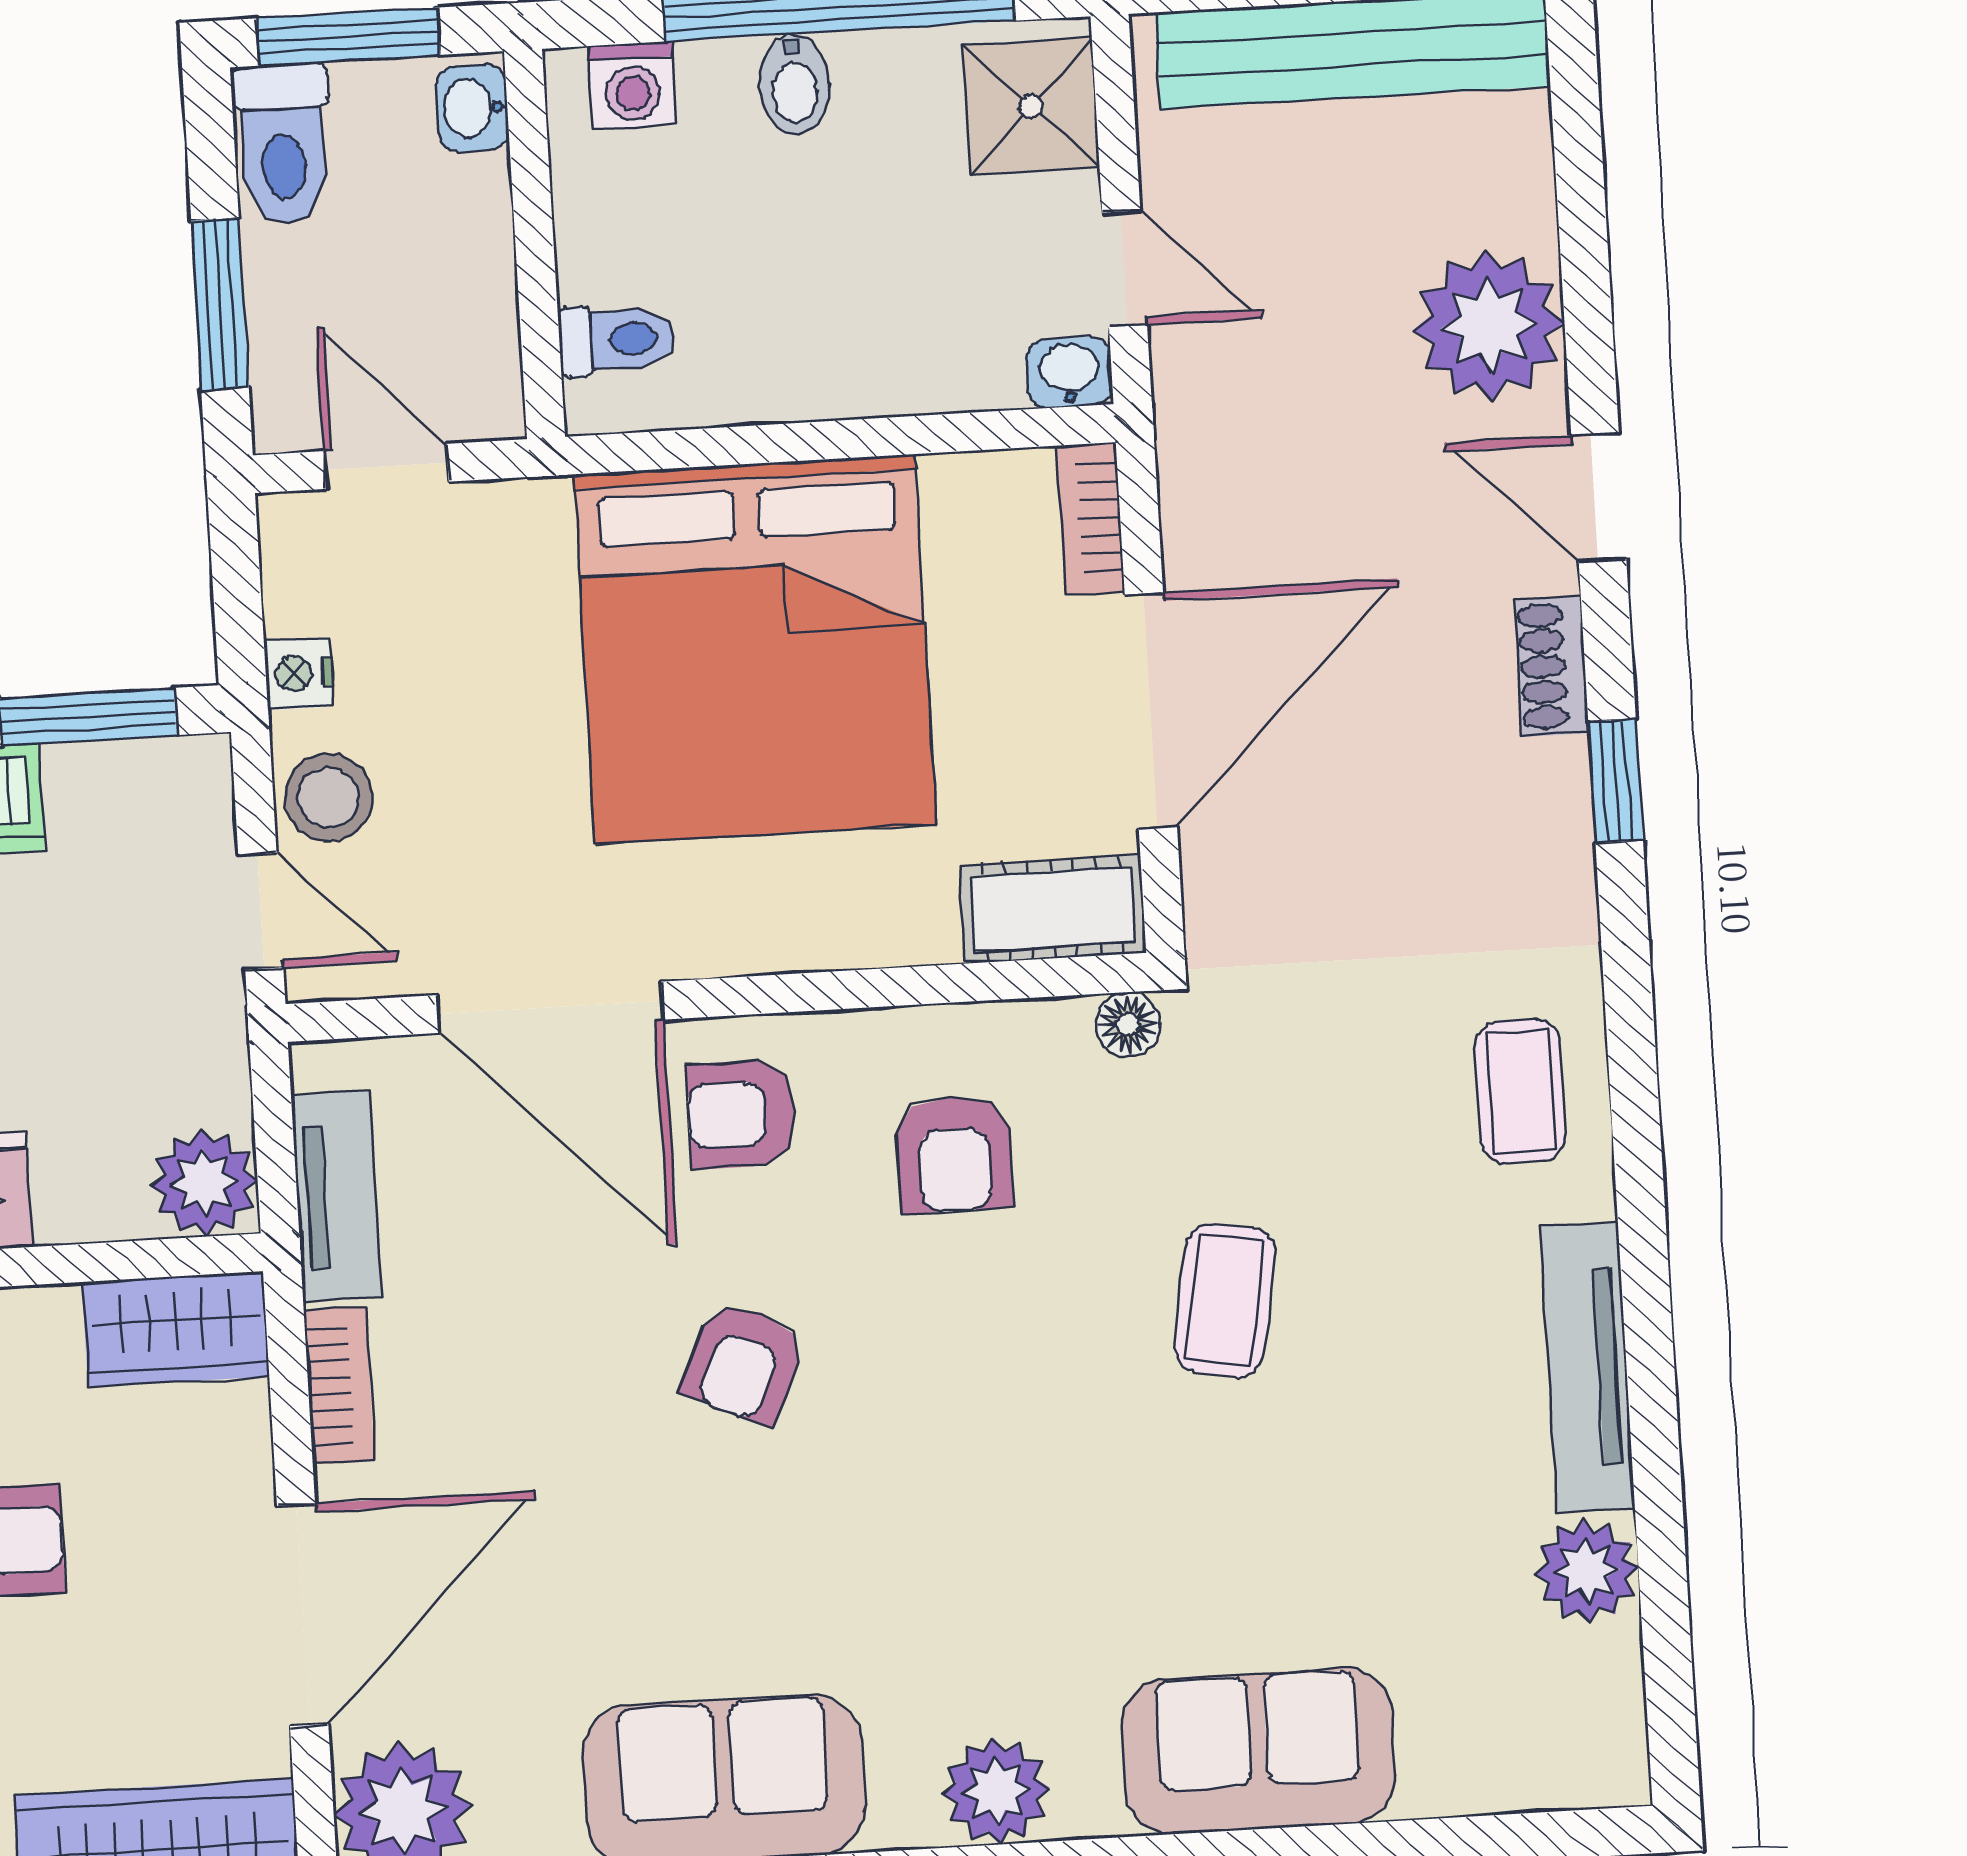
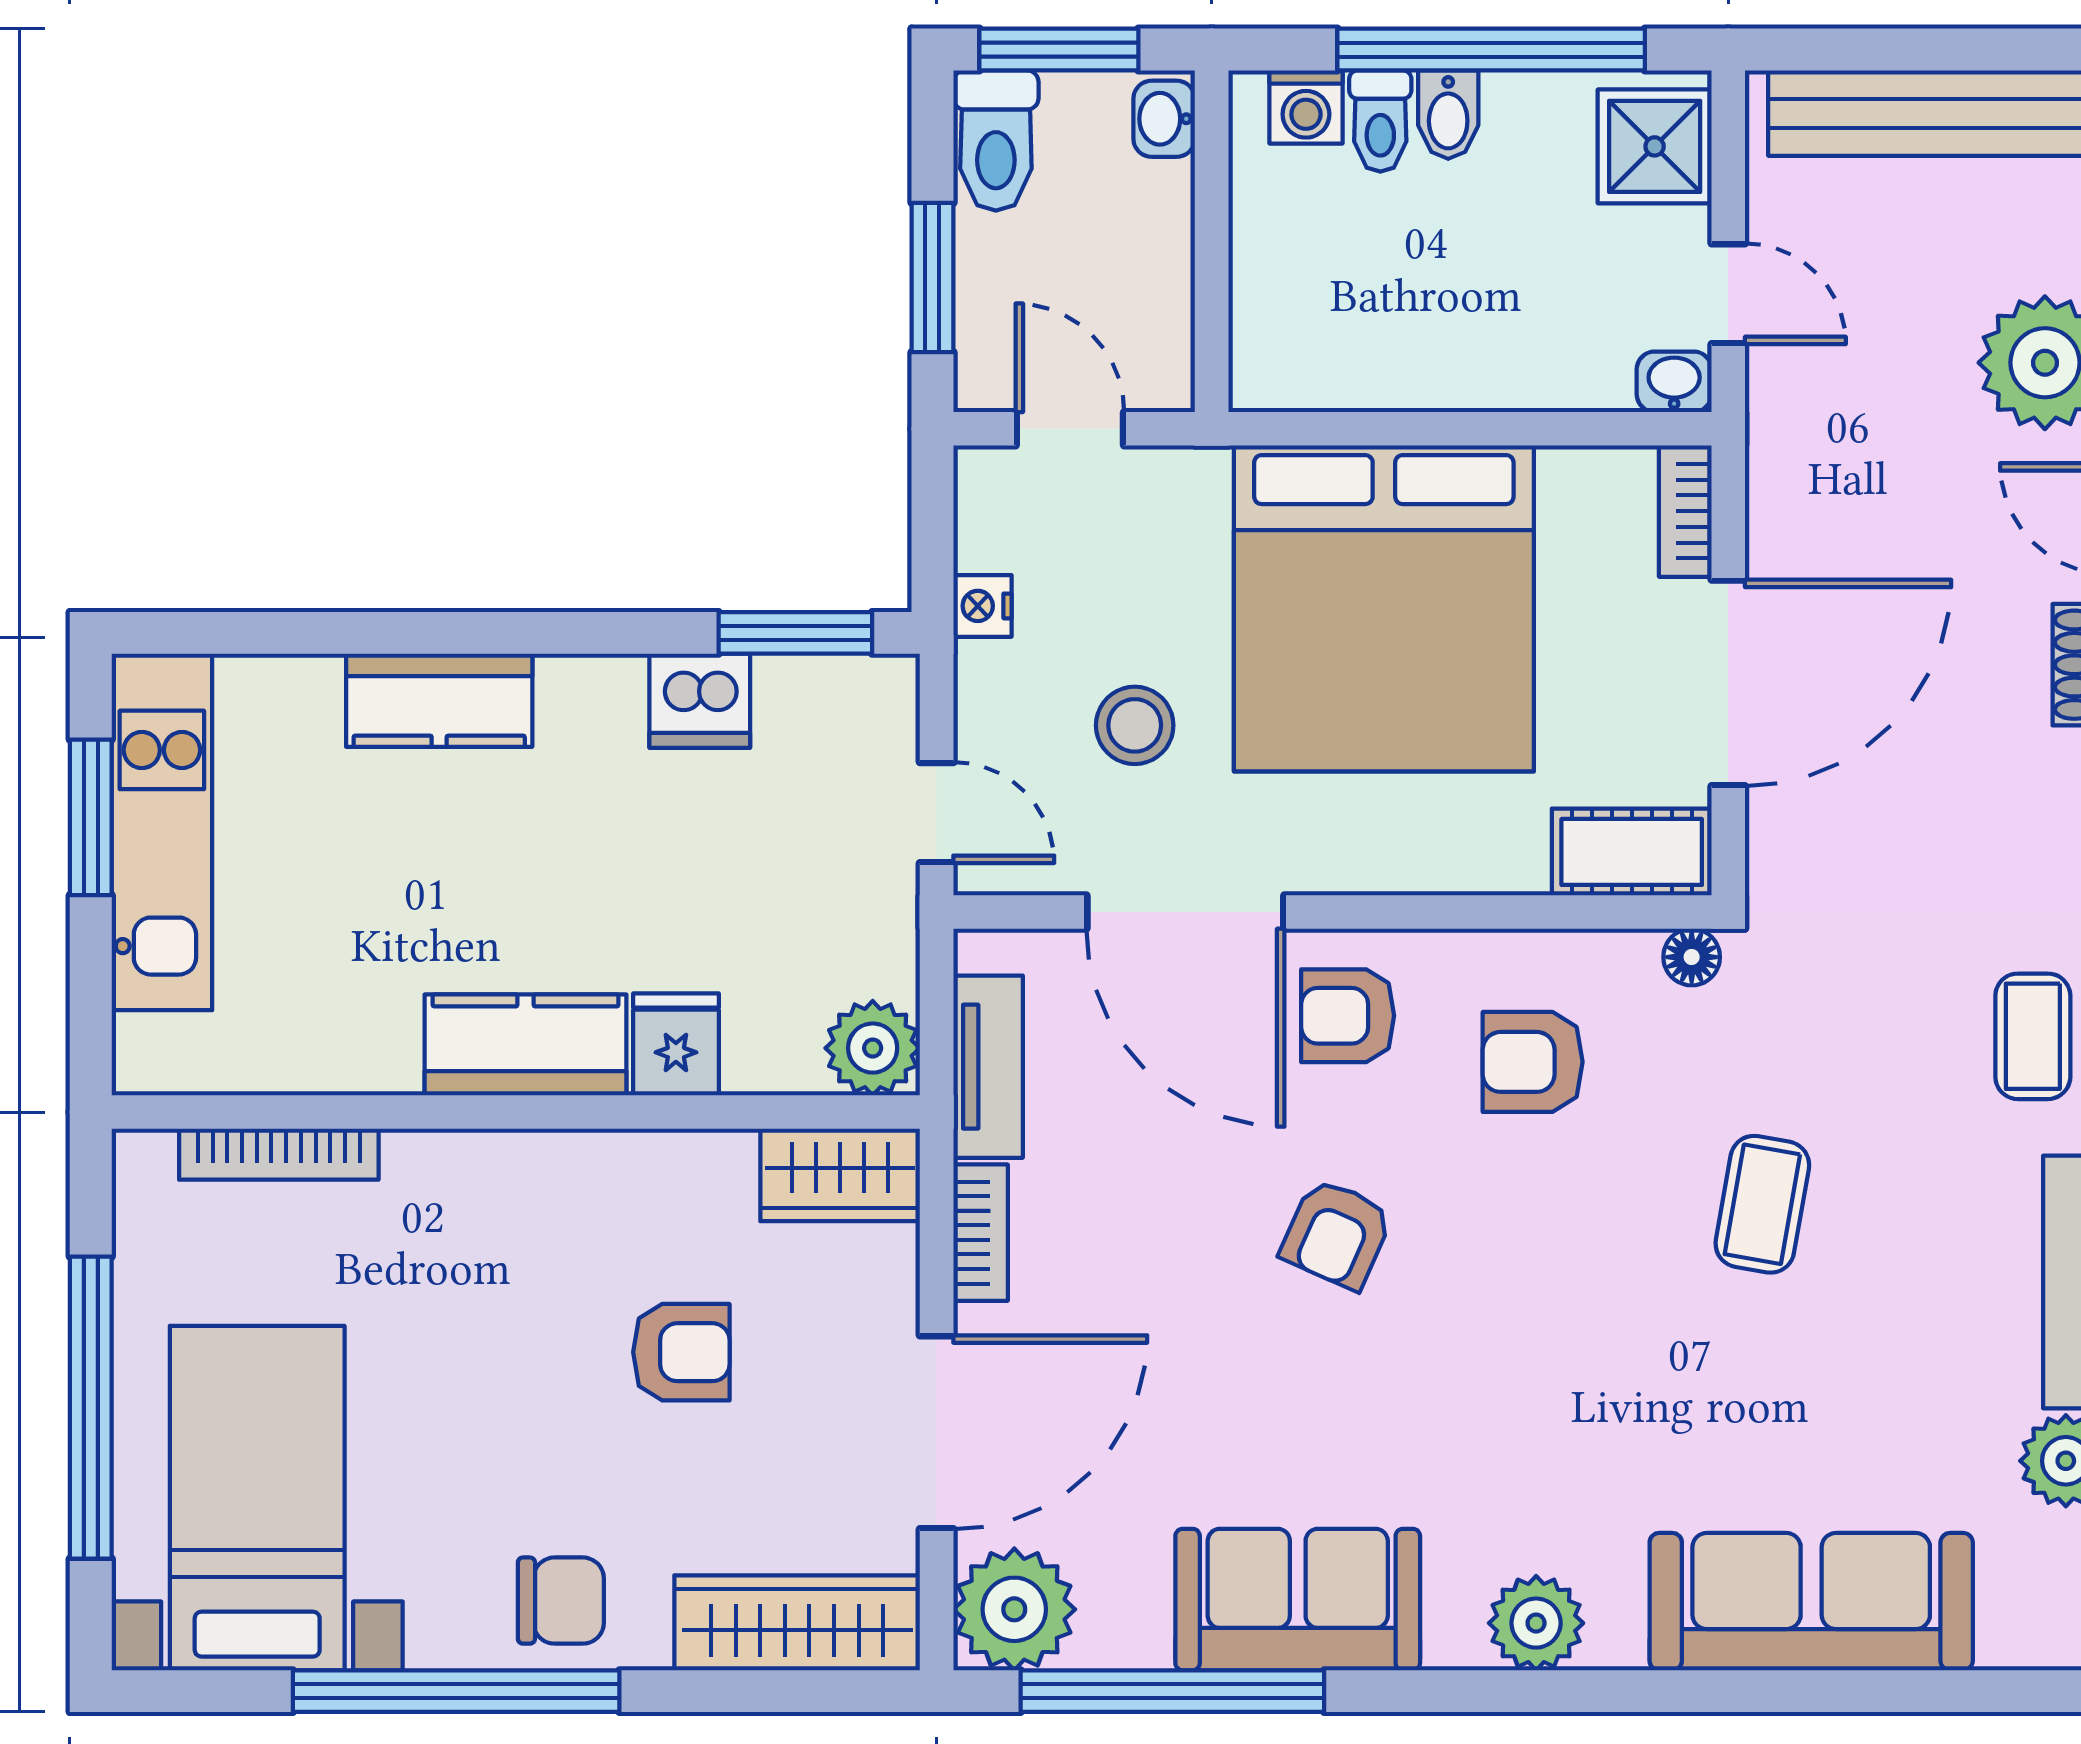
toilet: (617, 340) -> (1380, 121), moved, turned 90
stool: (328, 797) -> (1135, 725), moved
armchair: (954, 1154) -> (1533, 1062), turned 90
sofa: (1258, 1751) -> (1811, 1602), width x1.36

